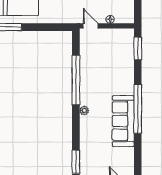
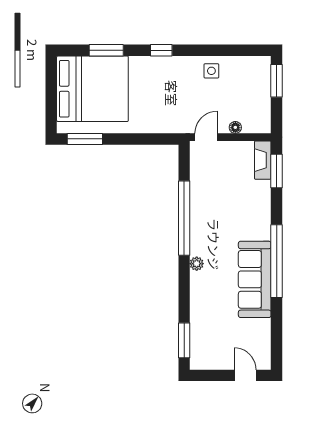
door: (91, 26) -> (206, 137), hinge flipped
fireplace: (129, 41) -> (263, 160), added

